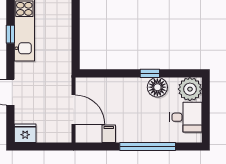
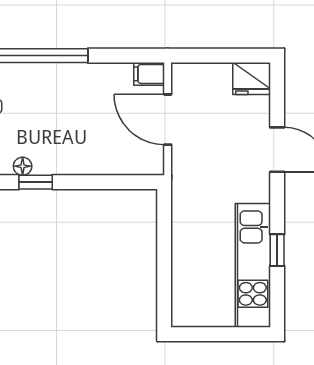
floor lamp: (157, 87) -> (23, 166), width x0.53, depth x0.53
filing cabinet: (109, 134) -> (149, 74), moved, turned 90

